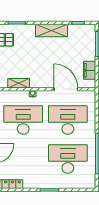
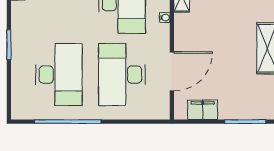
desk: (68, 120) -> (122, 75), turned 180

